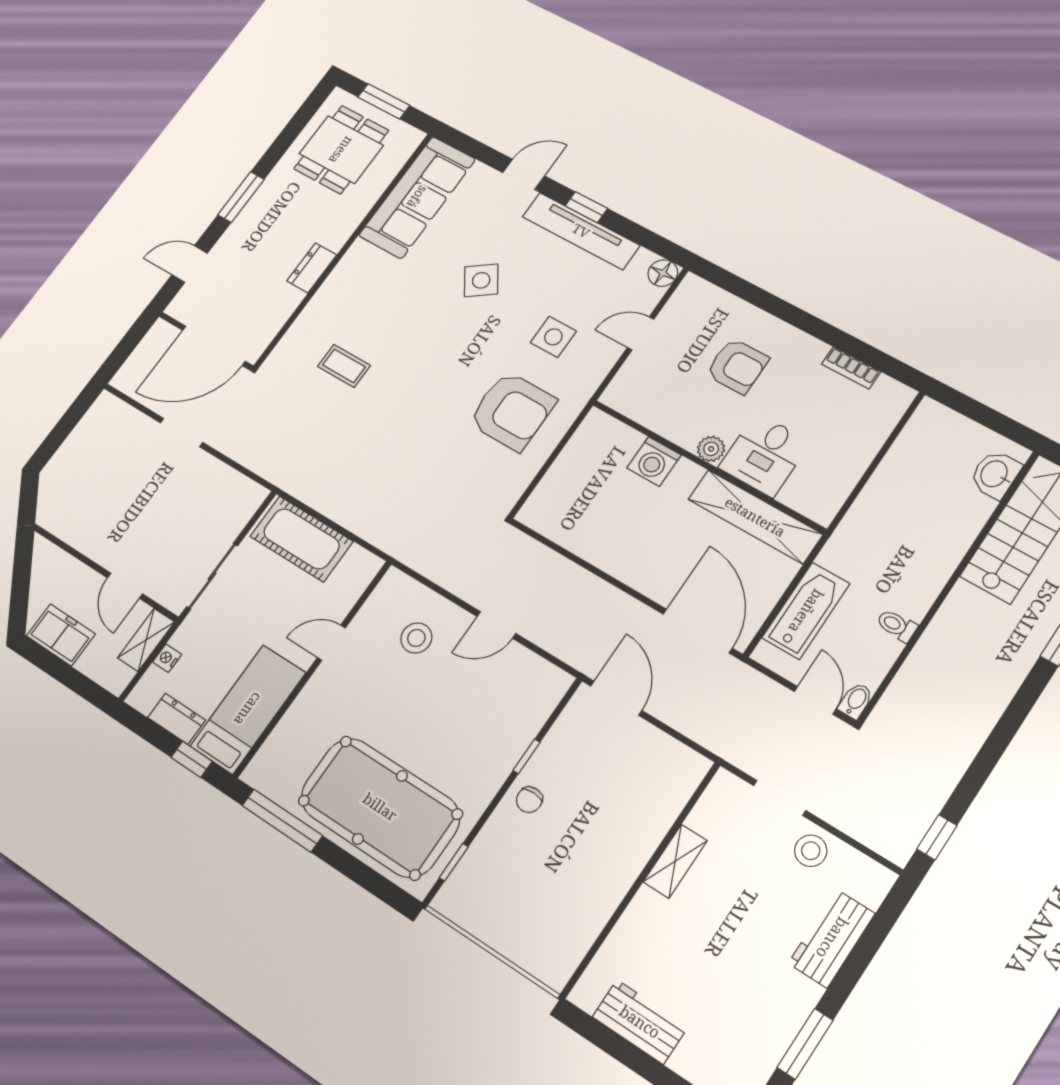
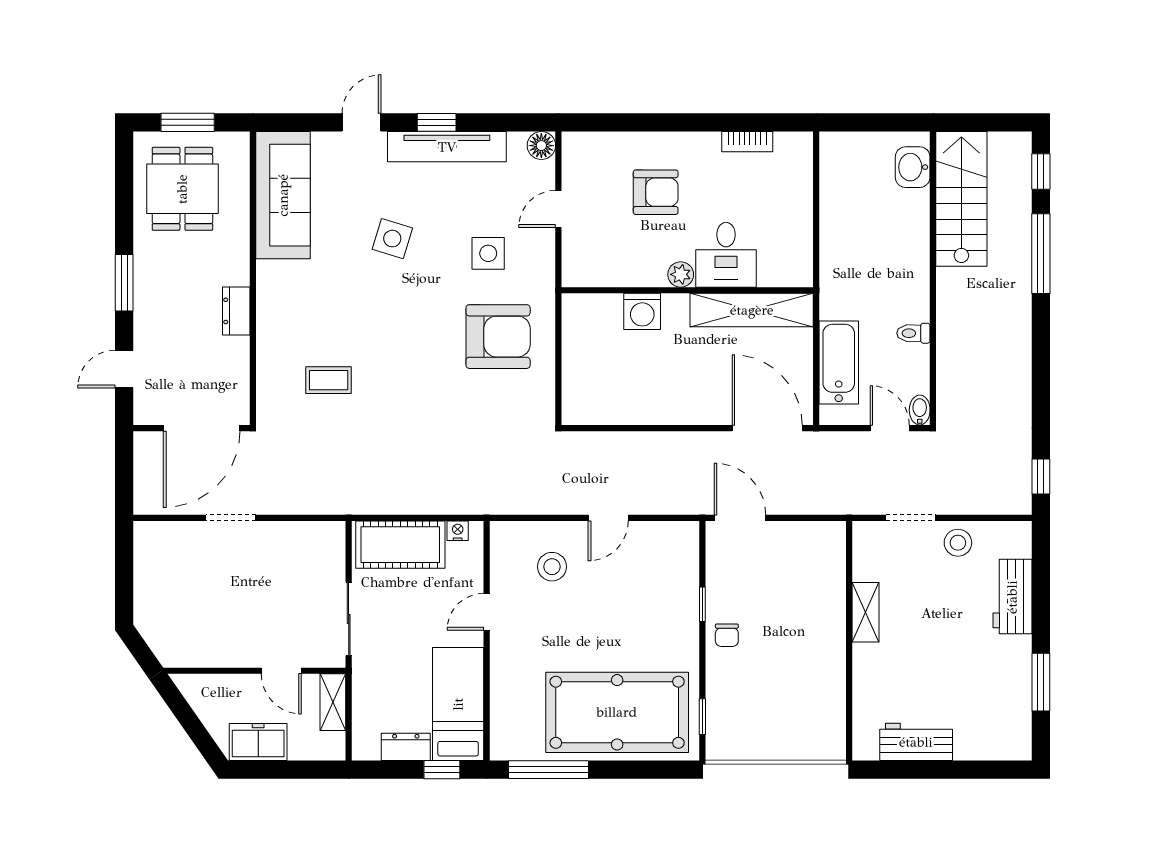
side table: (481, 280) -> (392, 239), turned -38
nightstand: (167, 658) -> (458, 531), moved, turned 90

